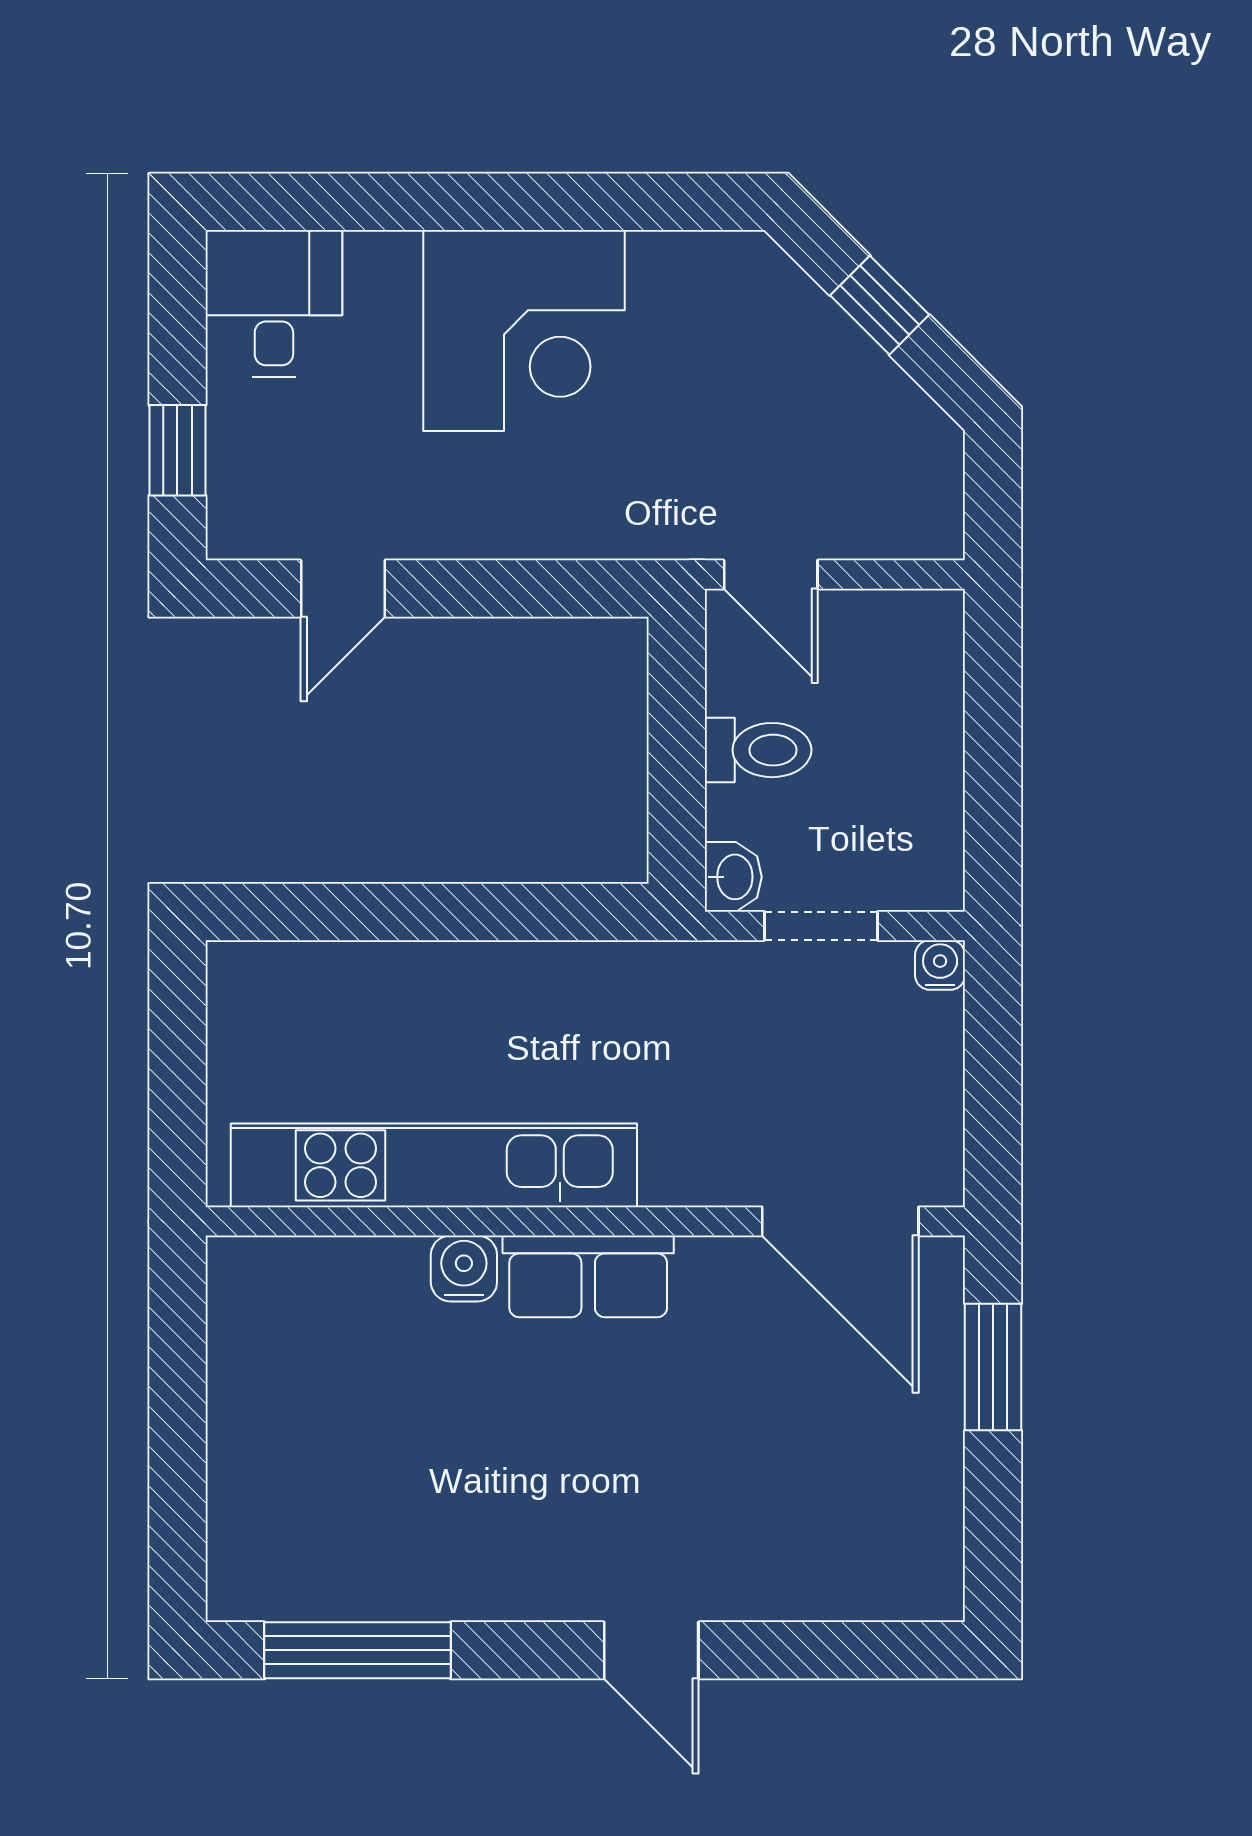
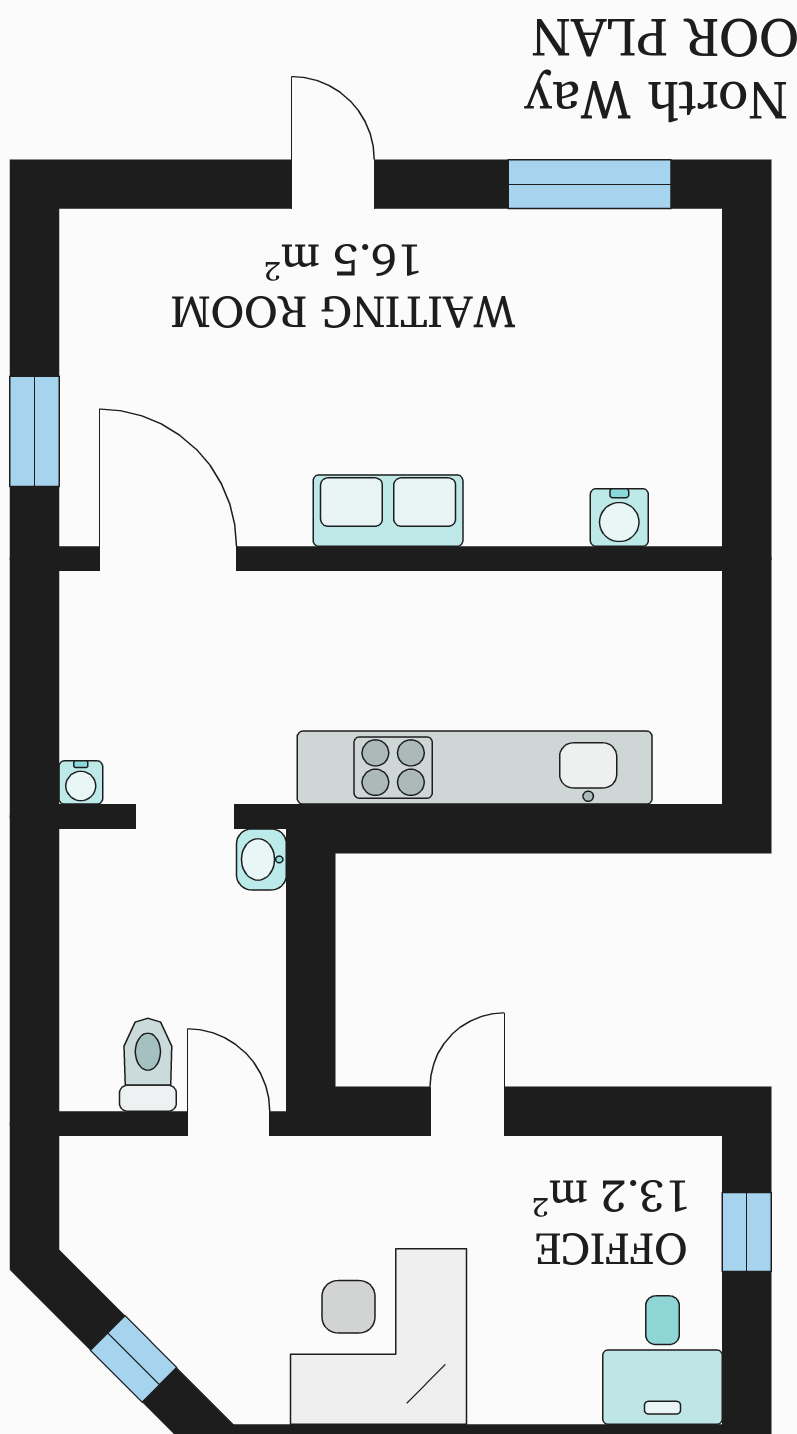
corner desk: (524, 331) -> (378, 1337), moved
door: (343, 589) -> (467, 1111), moved
toilet: (758, 750) -> (148, 1065), moved, turned 90
kitchen unit: (434, 1165) -> (475, 768), moved, turned 180
water cooler: (464, 1268) -> (619, 517), moved

